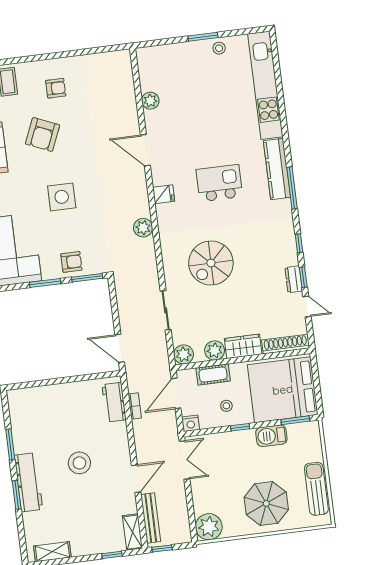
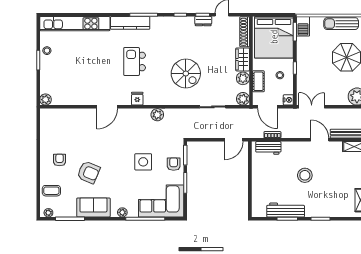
plant: (150, 101) -> (46, 100), moved
side table: (62, 197) -> (143, 162), moved
barbecue: (271, 436) -> (303, 26), moved
workbench: (29, 482) -> (286, 210), moved

